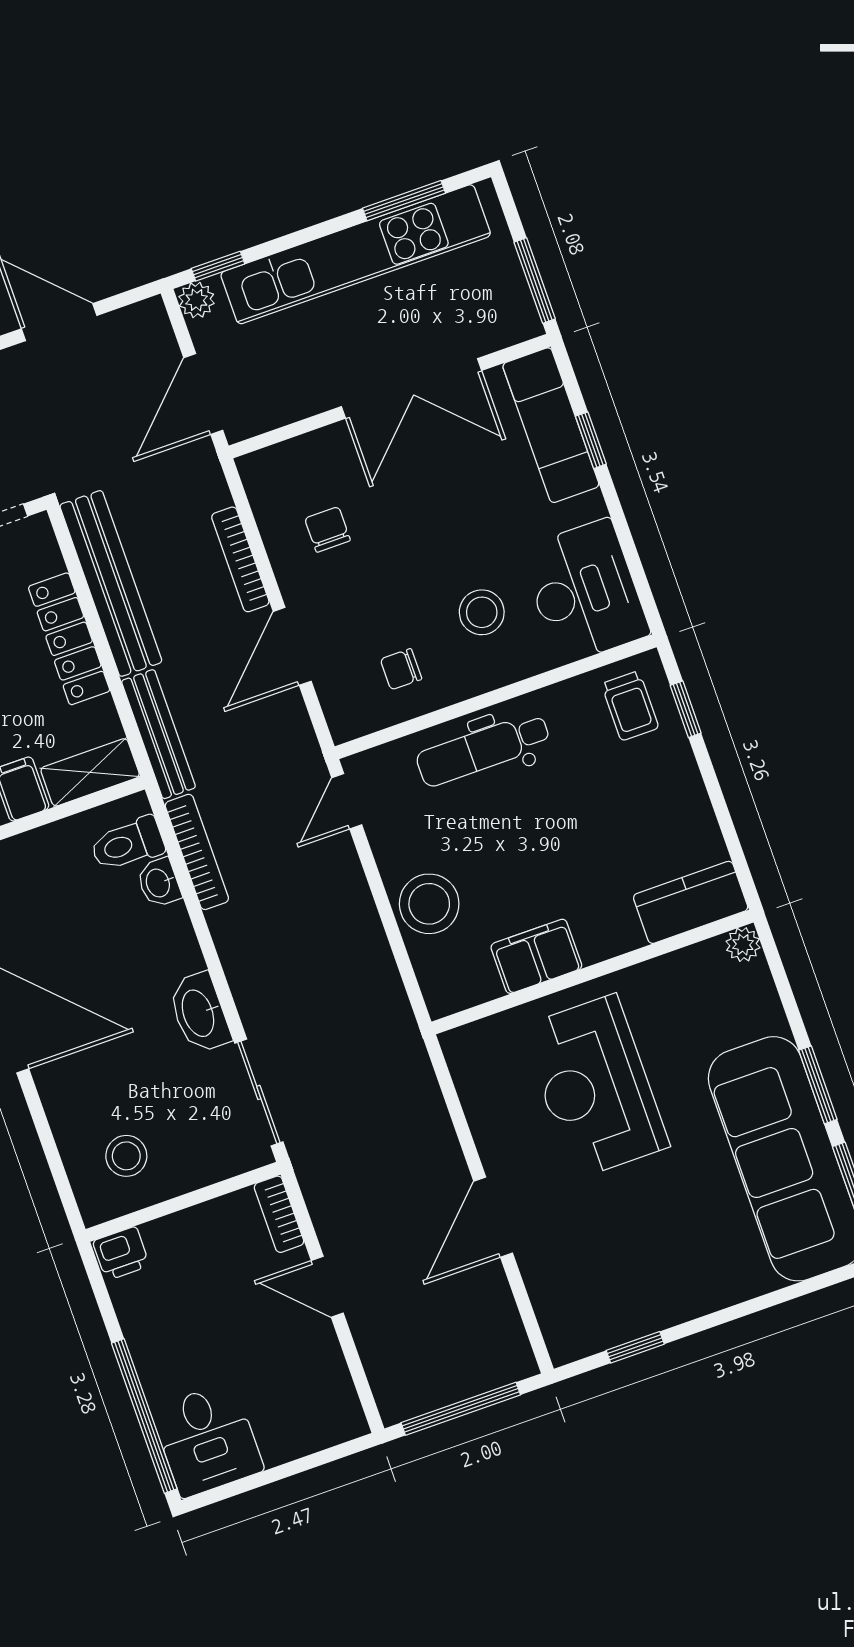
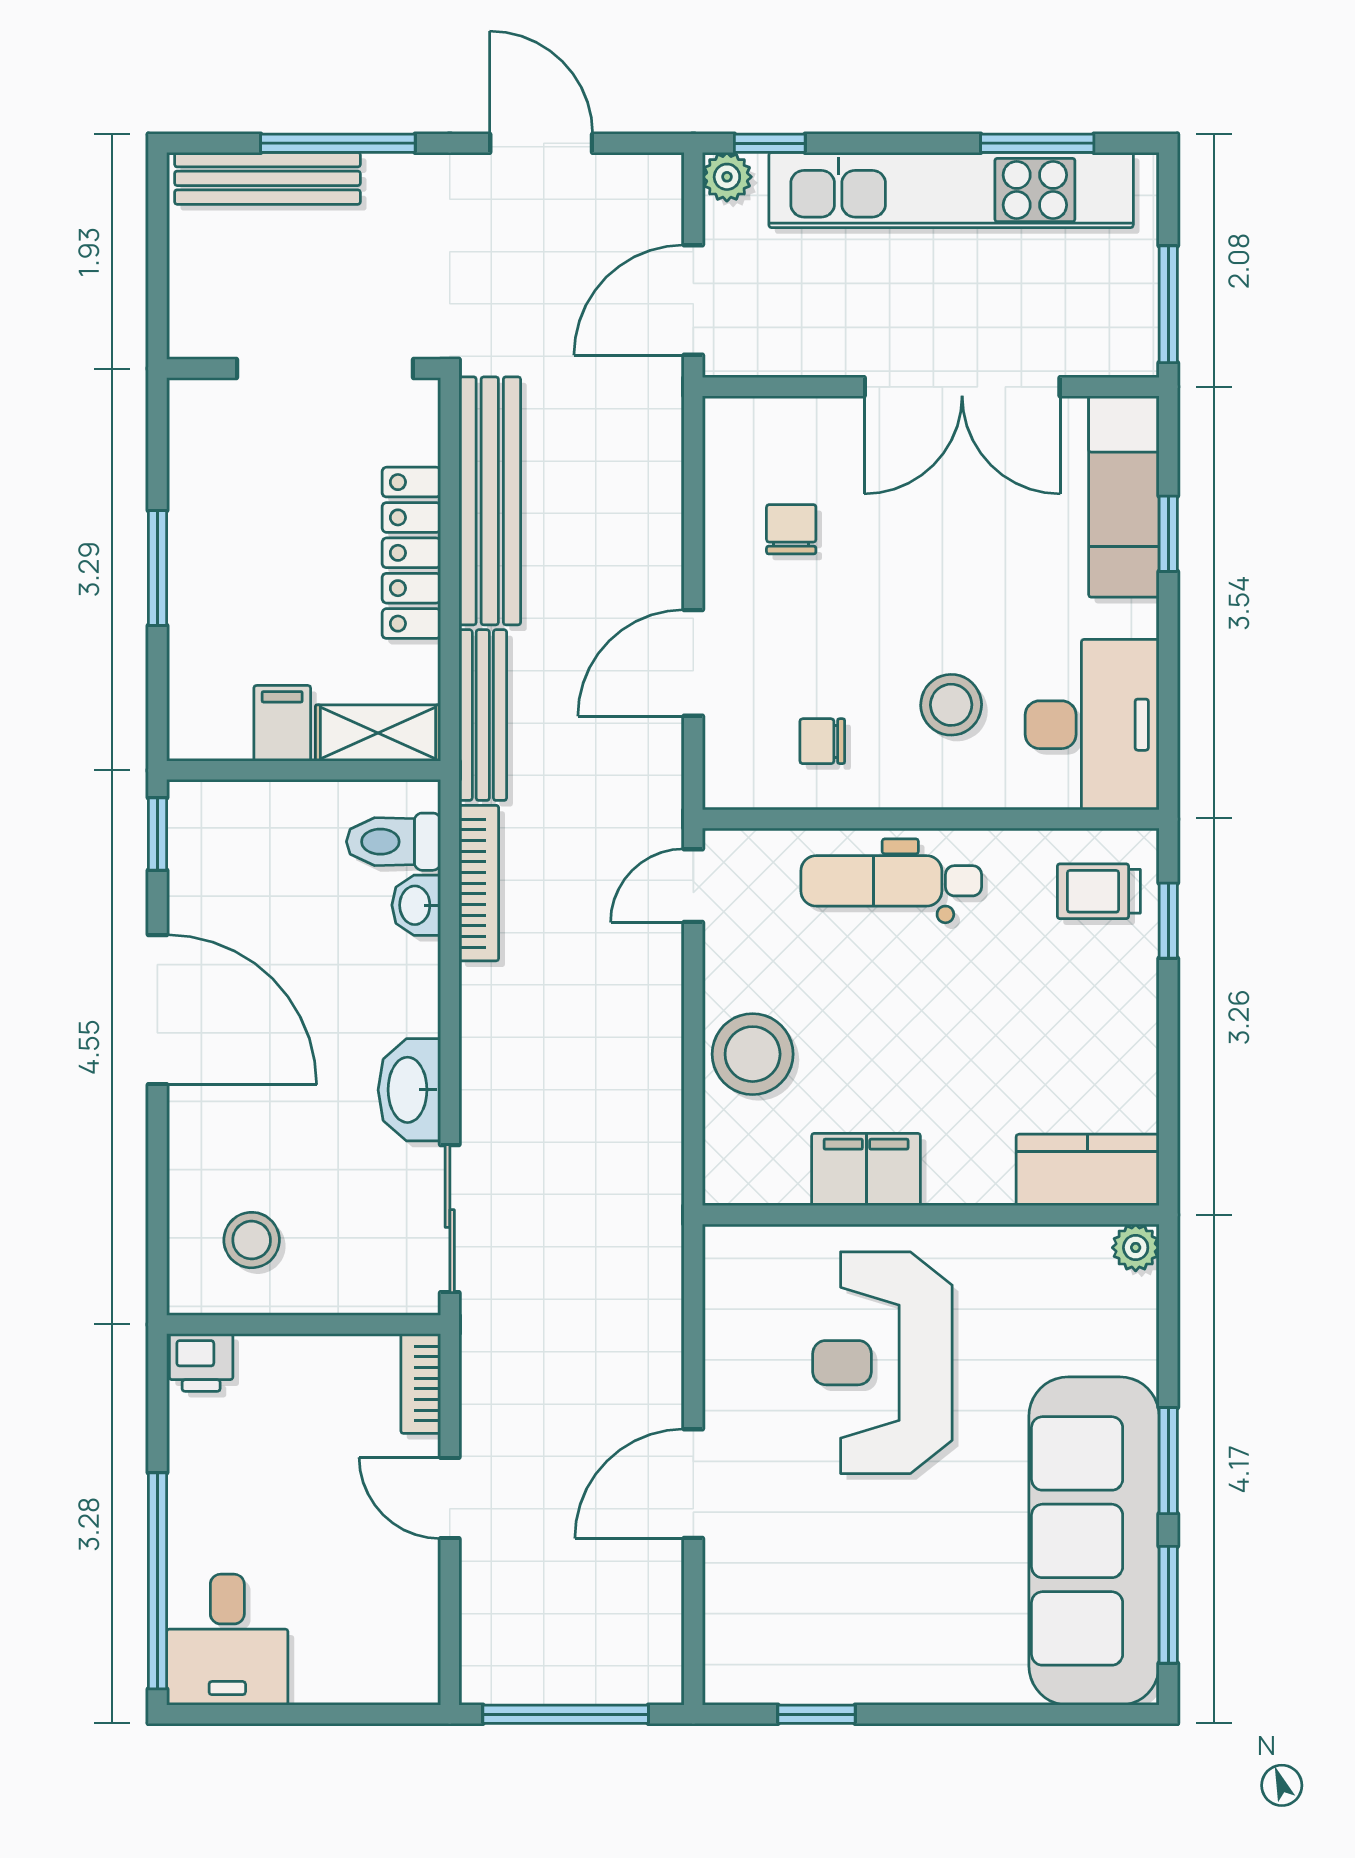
bookcase: (240, 559) -> (666, 528), removed
trolley: (630, 706) -> (1099, 891), turned 90

